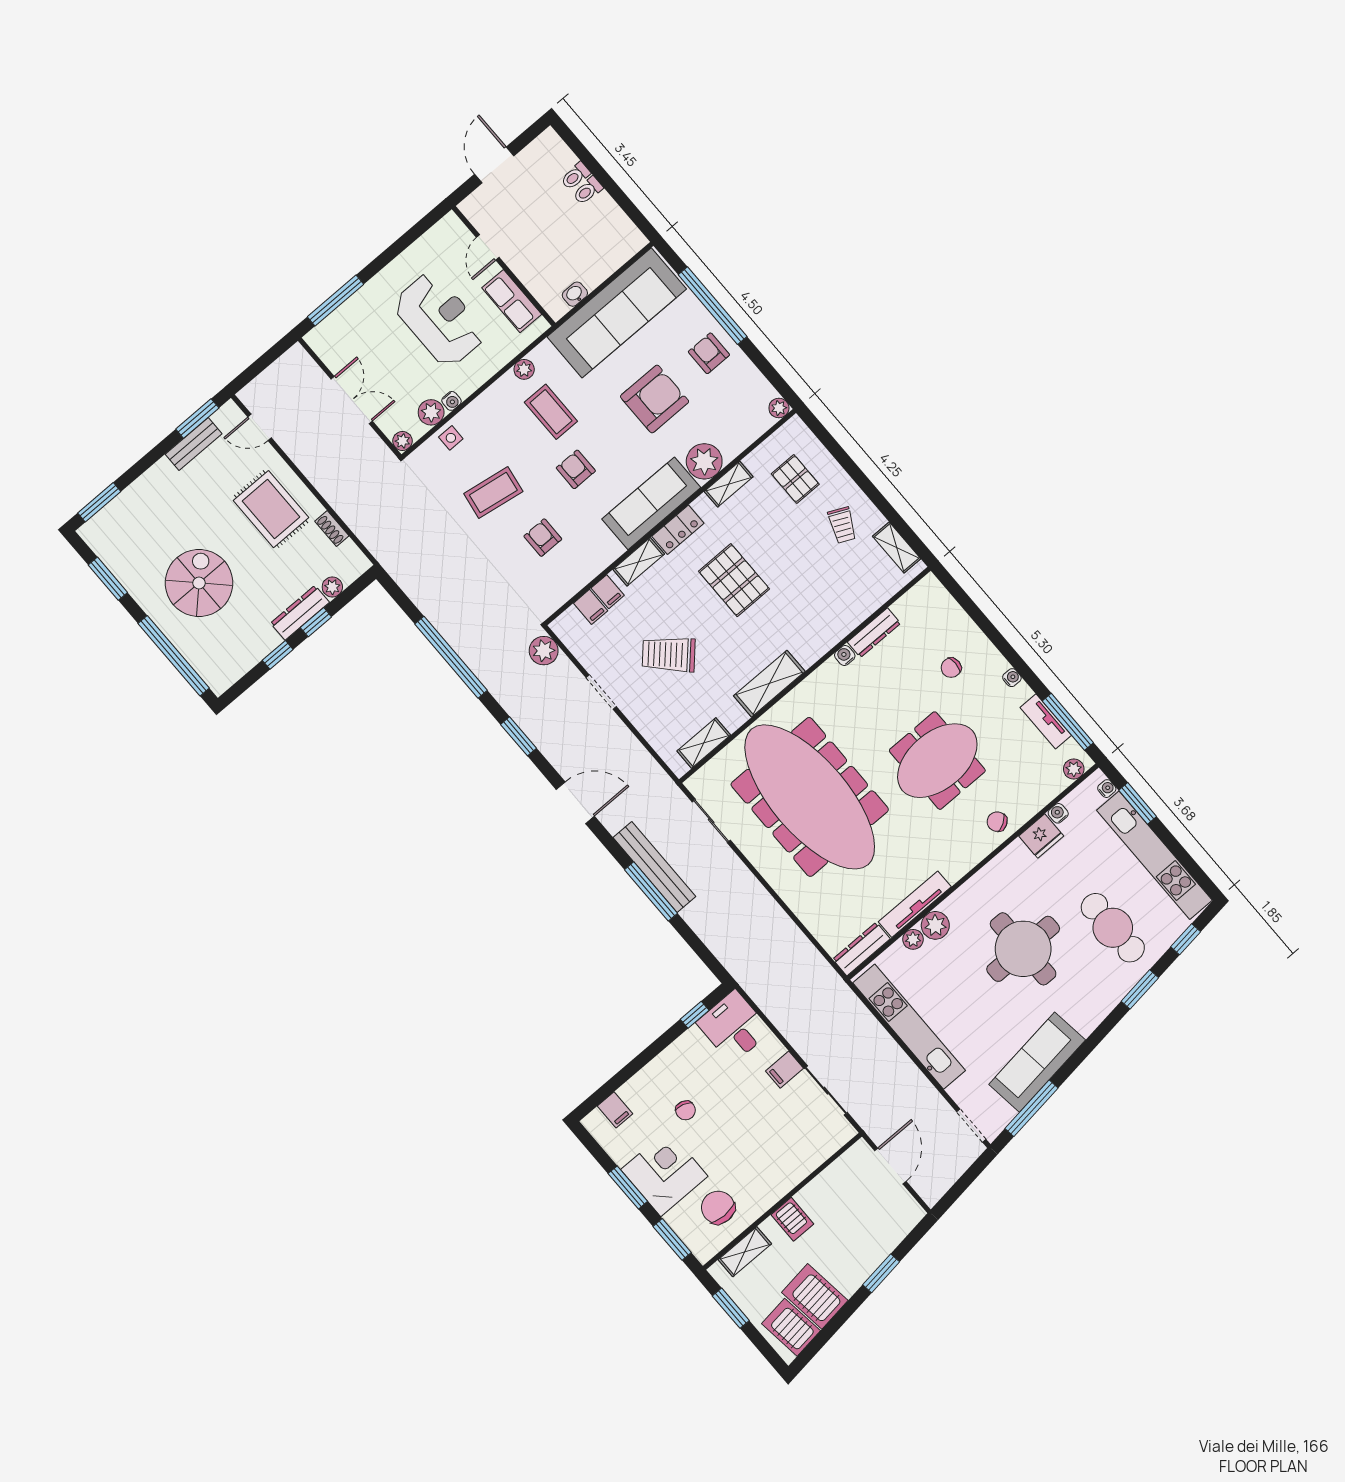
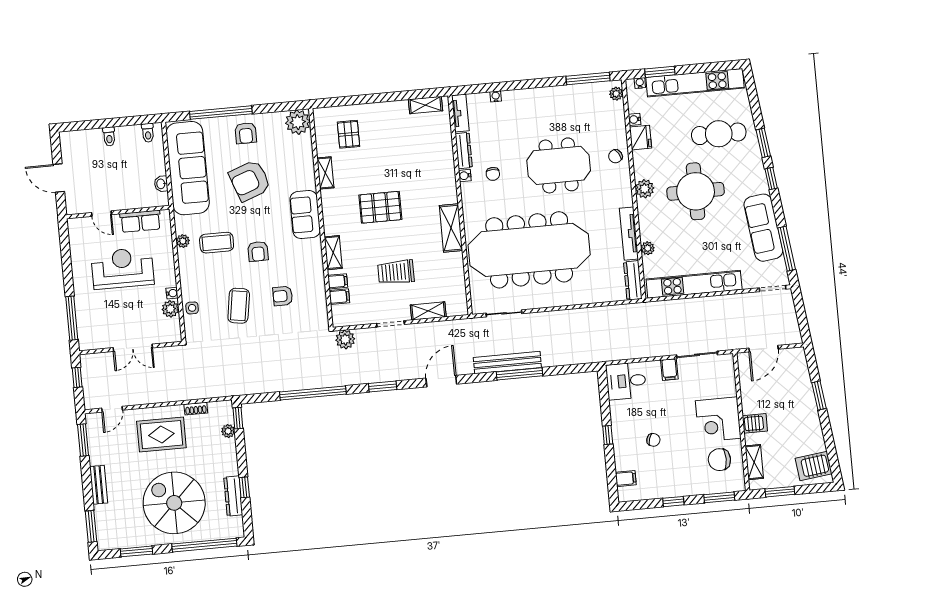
toilet: (575, 176) -> (148, 133), moved
armchair: (709, 353) -> (246, 133), turned -90
window: (268, 358) -> (77, 377), added
armchair: (655, 399) -> (250, 181), turned -110
double door: (352, 400) -> (133, 348), swing flipped
plant: (779, 408) -> (298, 122), width x1.88, depth x1.88
plant: (402, 441) -> (175, 336), removed
bench: (194, 444) -> (99, 485), moved
plant: (704, 461) -> (303, 178), removed
armchair: (576, 469) -> (258, 251), turned -90
pallet: (795, 479) -> (348, 134), turned 90
sofa: (651, 503) -> (305, 215), width x0.73
trolley: (842, 525) -> (392, 126), removed
locker: (678, 530) -> (331, 219), removed
spiral stairs: (199, 583) -> (174, 503), width x1.37, depth x1.37
dresser: (300, 613) -> (233, 496), moved
window: (316, 622) -> (238, 418), moved
trolley: (669, 654) -> (396, 272), turned 47
chair: (951, 668) -> (493, 174), moved
water cooler: (1012, 678) -> (496, 96), moved
tv unit: (1046, 721) -> (460, 113), moved, turned -90
shelving: (704, 743) -> (428, 311), moved, turned 90
meeting table: (937, 761) -> (559, 165), turned 90
plant: (935, 925) -> (645, 189), moved
window: (1186, 939) -> (771, 178), moved
window: (695, 1015) -> (608, 435), moved
door: (890, 1166) -> (764, 349), swing flipped
corner desk: (664, 1173) -> (718, 419), moved, turned -90
window: (628, 1187) -> (673, 502), width x0.67
server rack: (815, 1296) -> (806, 441), removed

